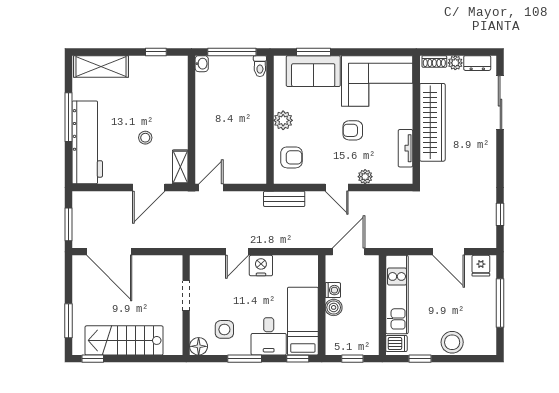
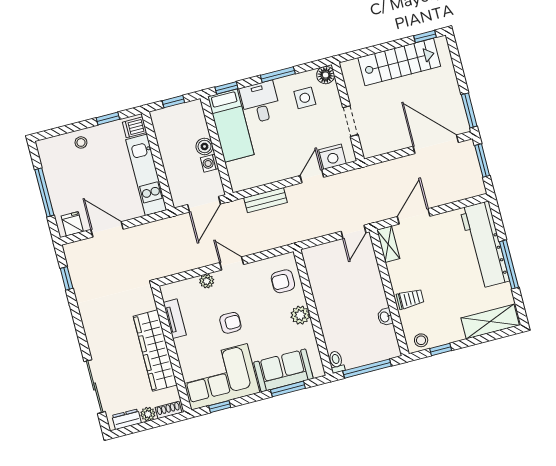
window: (384, 52) -> (220, 407), added
washbasin: (202, 64) -> (385, 317), moved
trolley: (173, 109) -> (410, 299), added
stool: (145, 138) -> (421, 340), moved
bench: (284, 199) -> (266, 200), moved
nightstand: (261, 266) -> (332, 157), moved
window: (68, 321) -> (469, 110), moved
stool: (452, 342) -> (81, 142), width x0.53, depth x0.53

